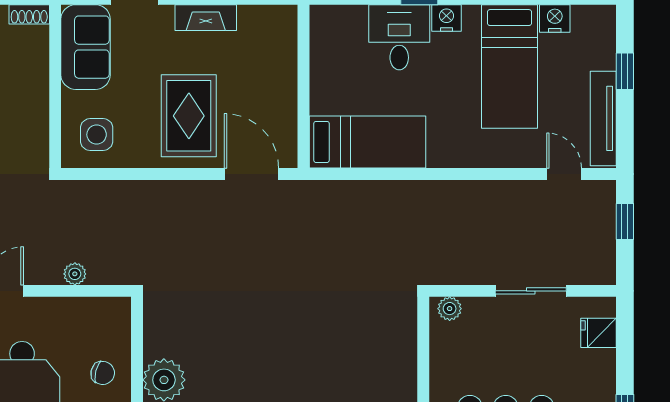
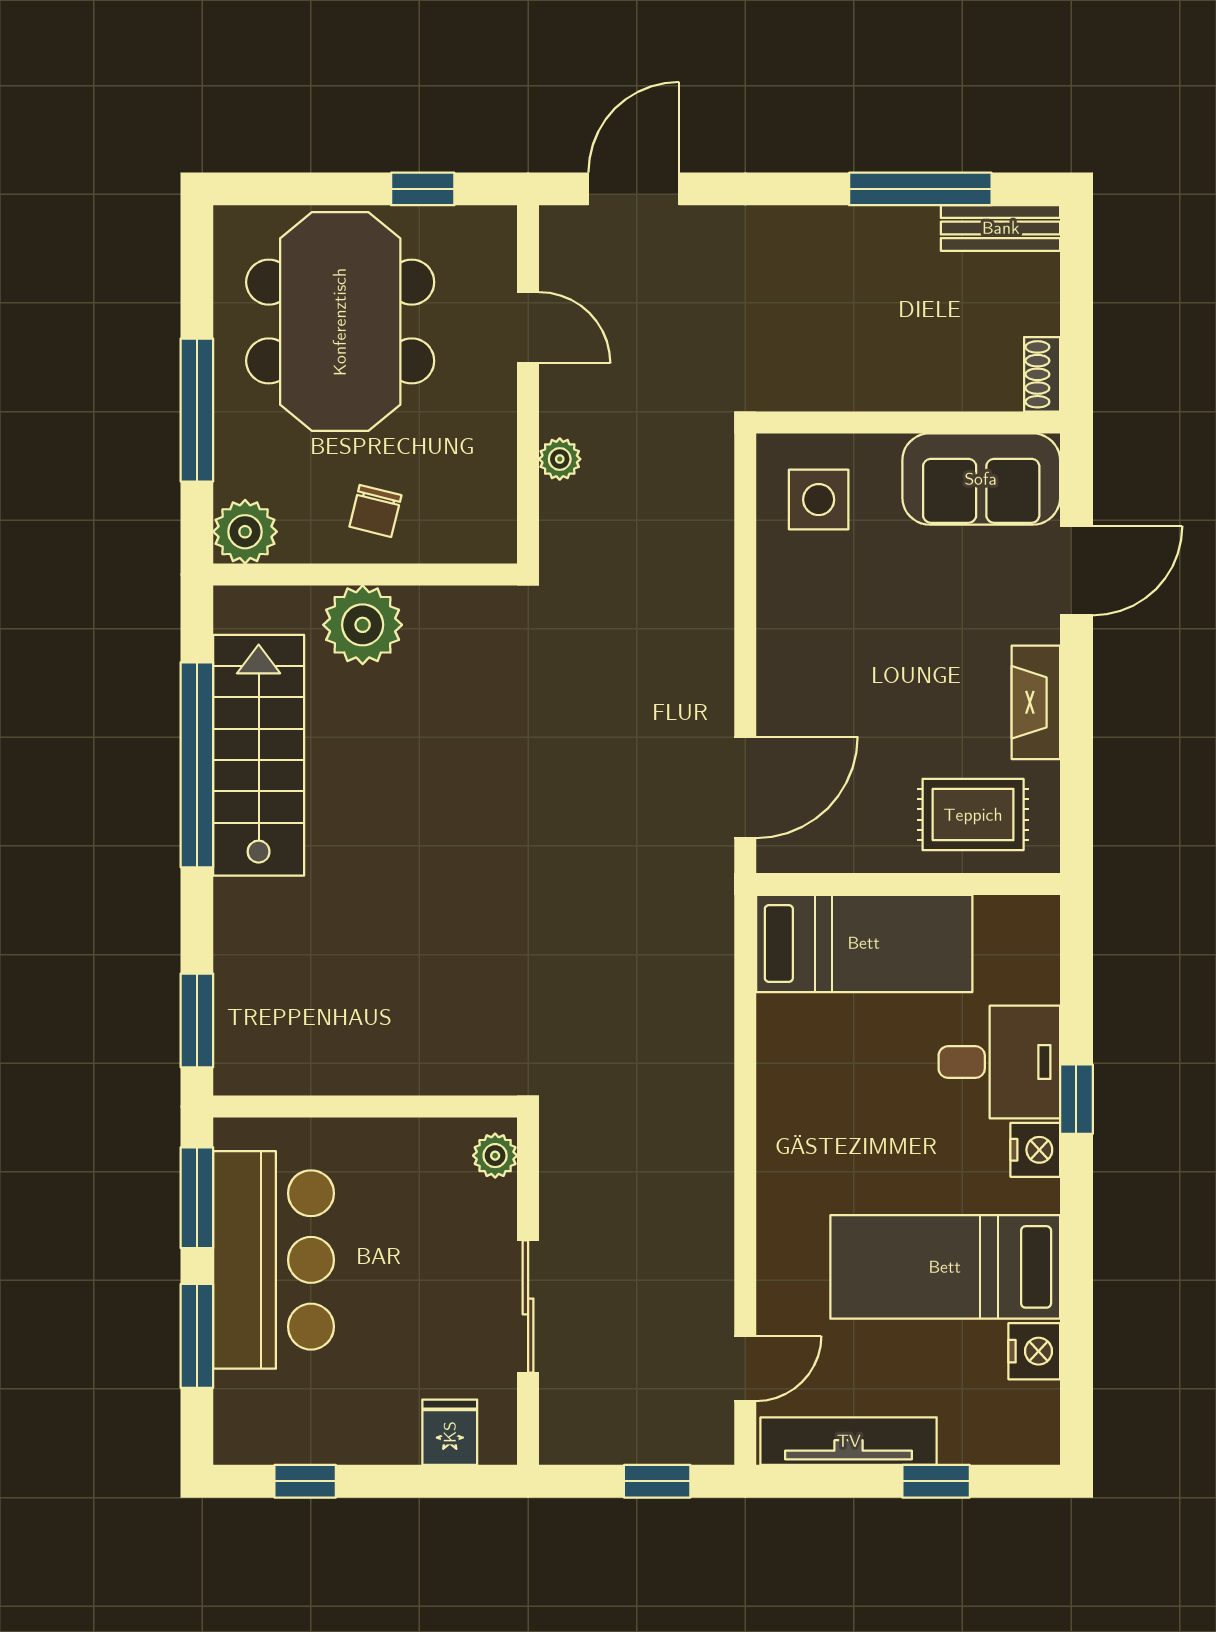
rug: (189, 116) -> (973, 815), moved, width x0.73, depth x0.70
bed: (367, 142) -> (864, 943), moved, turned -90

